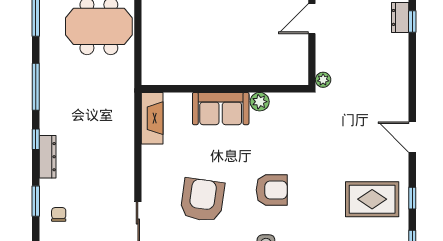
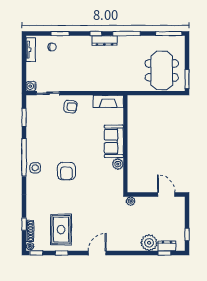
plant: (395, 48) -> (149, 243), added
dresser: (48, 157) -> (104, 41), moved
armchair: (202, 200) -> (70, 107), moved, width x0.53, depth x0.53

